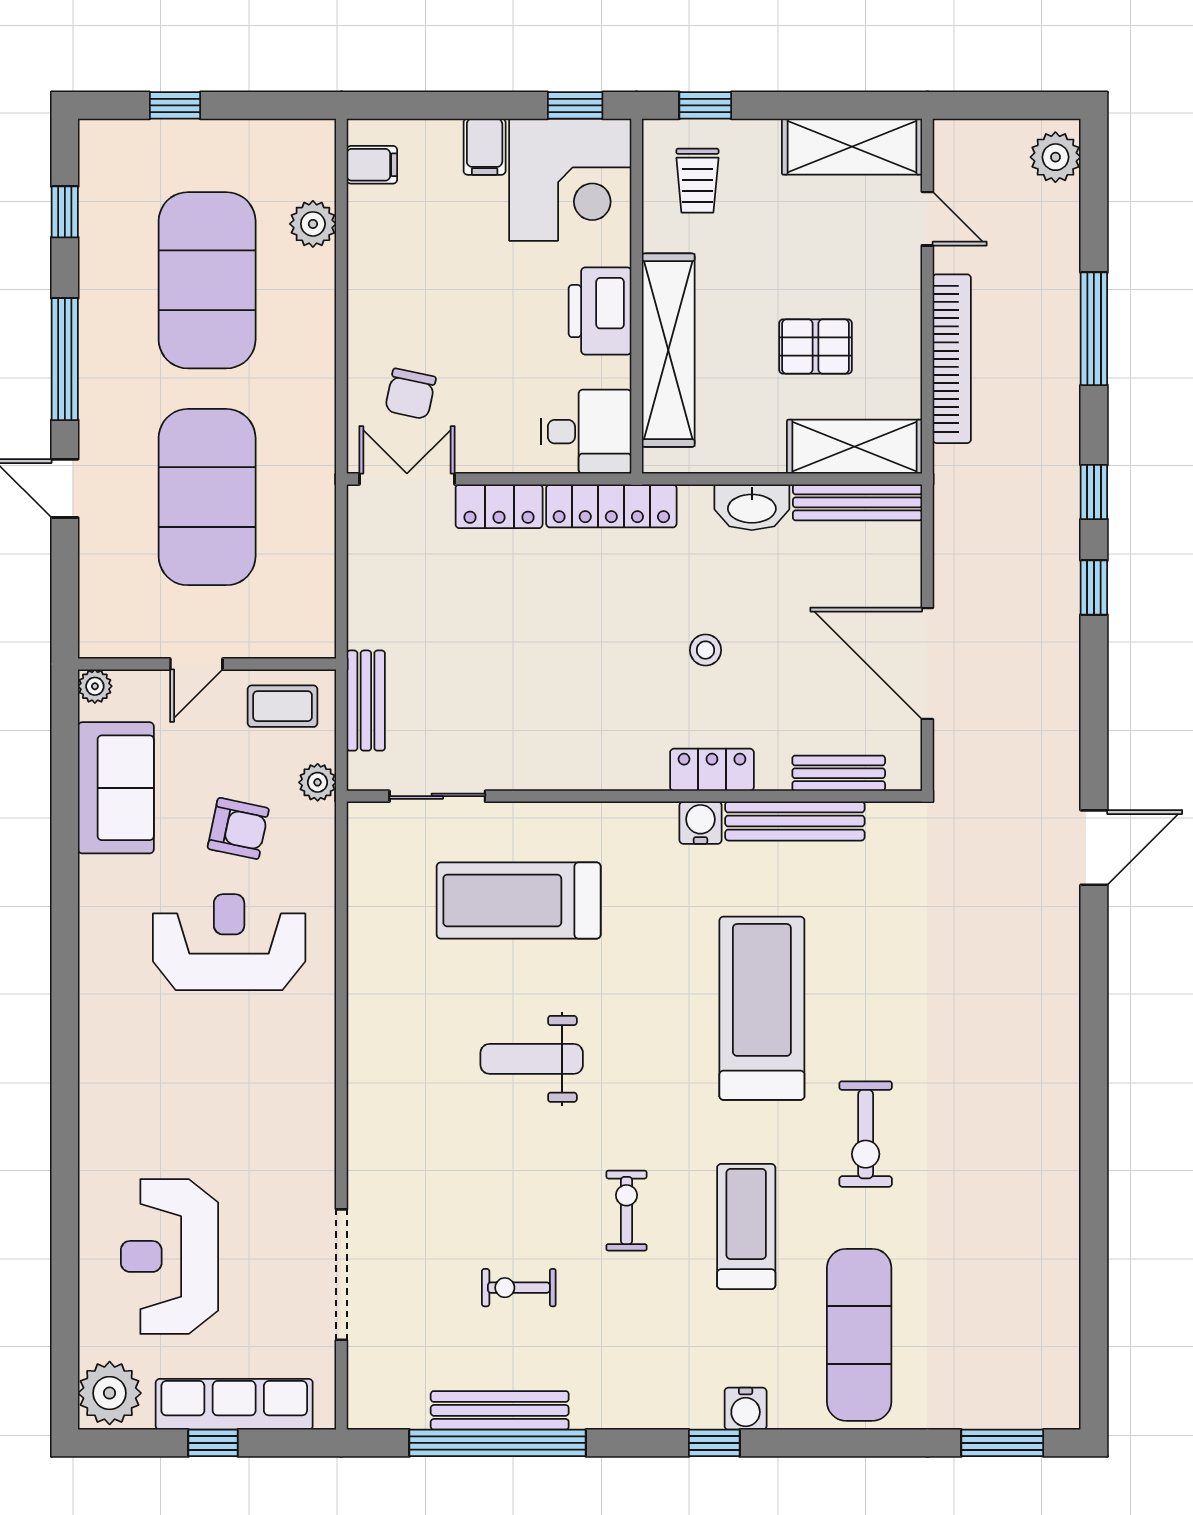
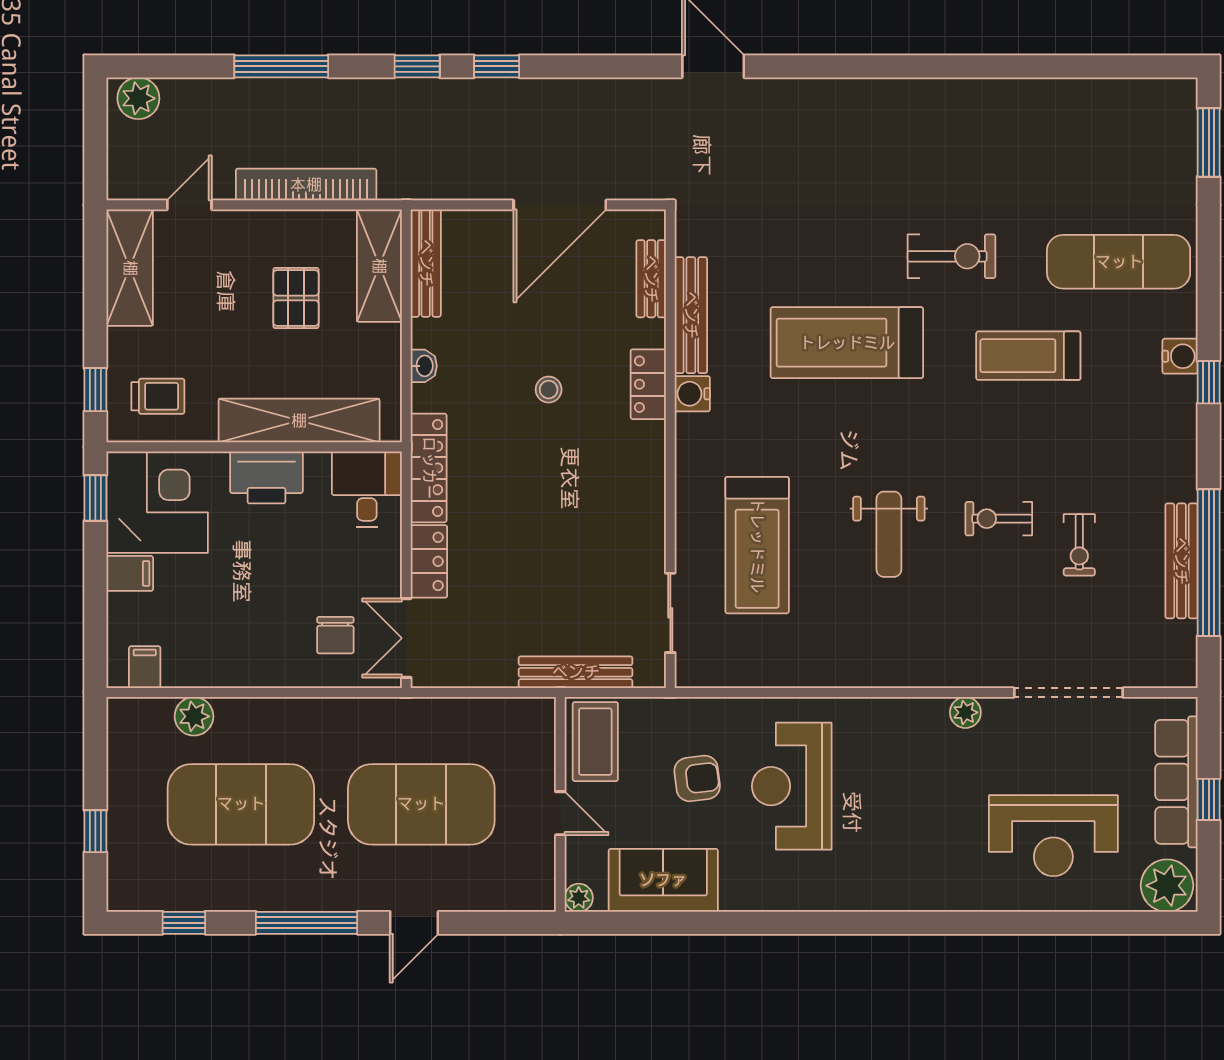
chair: (410, 394) -> (335, 635), turned 78
washbasin: (752, 507) -> (424, 366), width x0.52, depth x0.69
bench: (366, 701) -> (576, 672), width x1.36
coffee table: (283, 706) -> (595, 742), width x1.36, depth x1.30
plant: (318, 782) -> (965, 712), moved
armchair: (238, 828) -> (697, 778), turned 71
exercise bike: (626, 1211) -> (999, 519), moved

